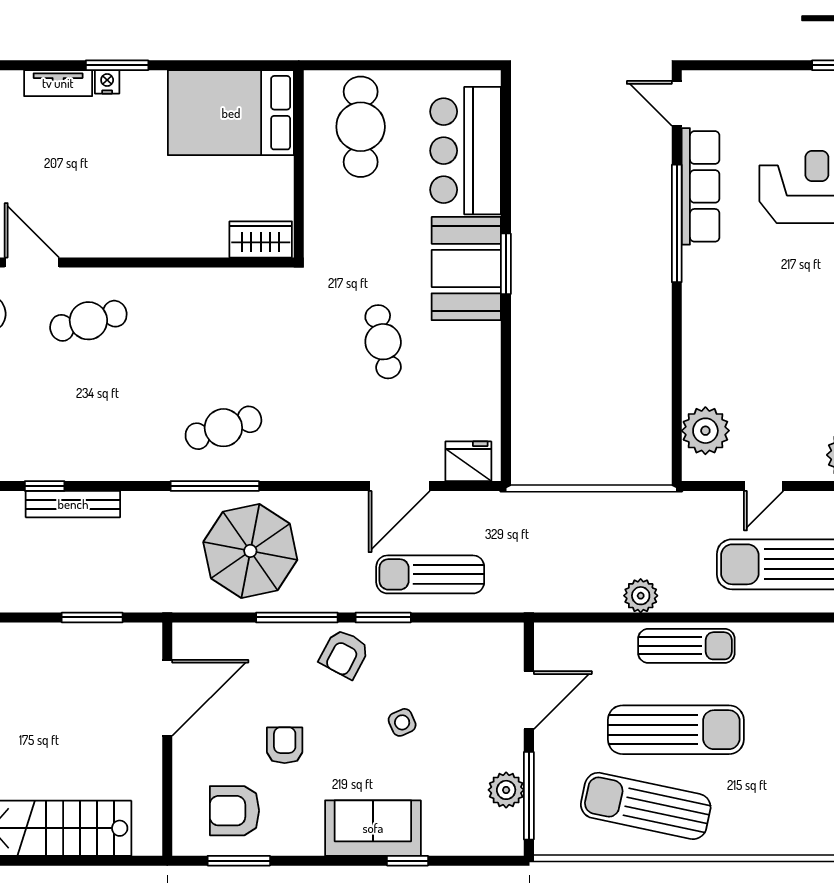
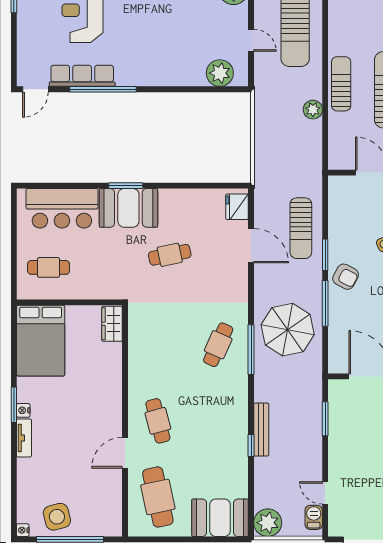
cafe table: (361, 127) -> (49, 267), width x0.73, depth x0.74
cafe table: (223, 428) -> (218, 345), turned 42

